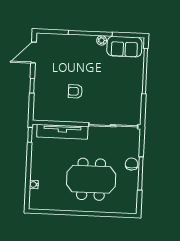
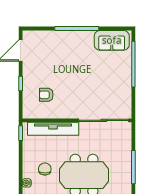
plant: (102, 40) -> (88, 35), removed
armchair: (75, 91) -> (46, 95), moved
chair: (132, 164) -> (45, 169), moved

